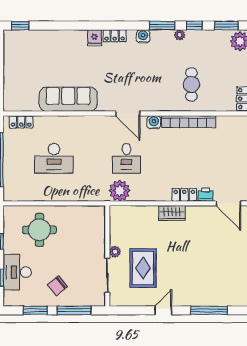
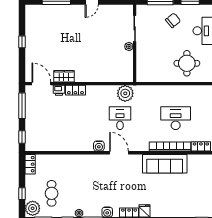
cafe table: (191, 84) -> (52, 193), moved
bookcase: (189, 122) -> (170, 147), moved
wardrobe: (172, 213) -> (64, 76), moved
rug: (143, 268) -> (107, 34), removed

